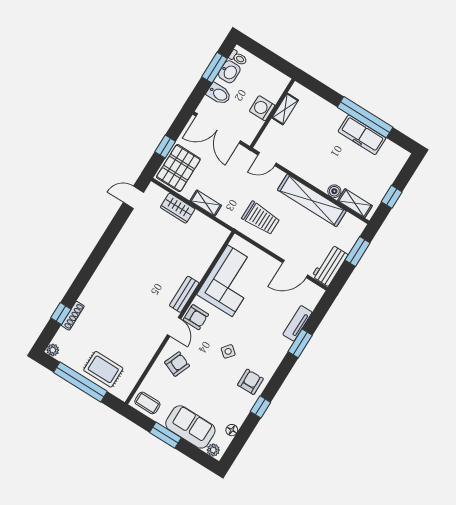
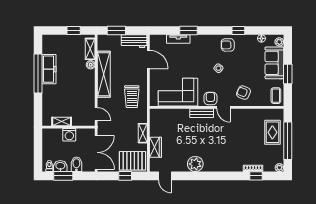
trolley: (261, 218) -> (132, 97), turned 180
plant: (124, 246) -> (195, 164), added
door: (174, 327) -> (223, 107), swing flipped

